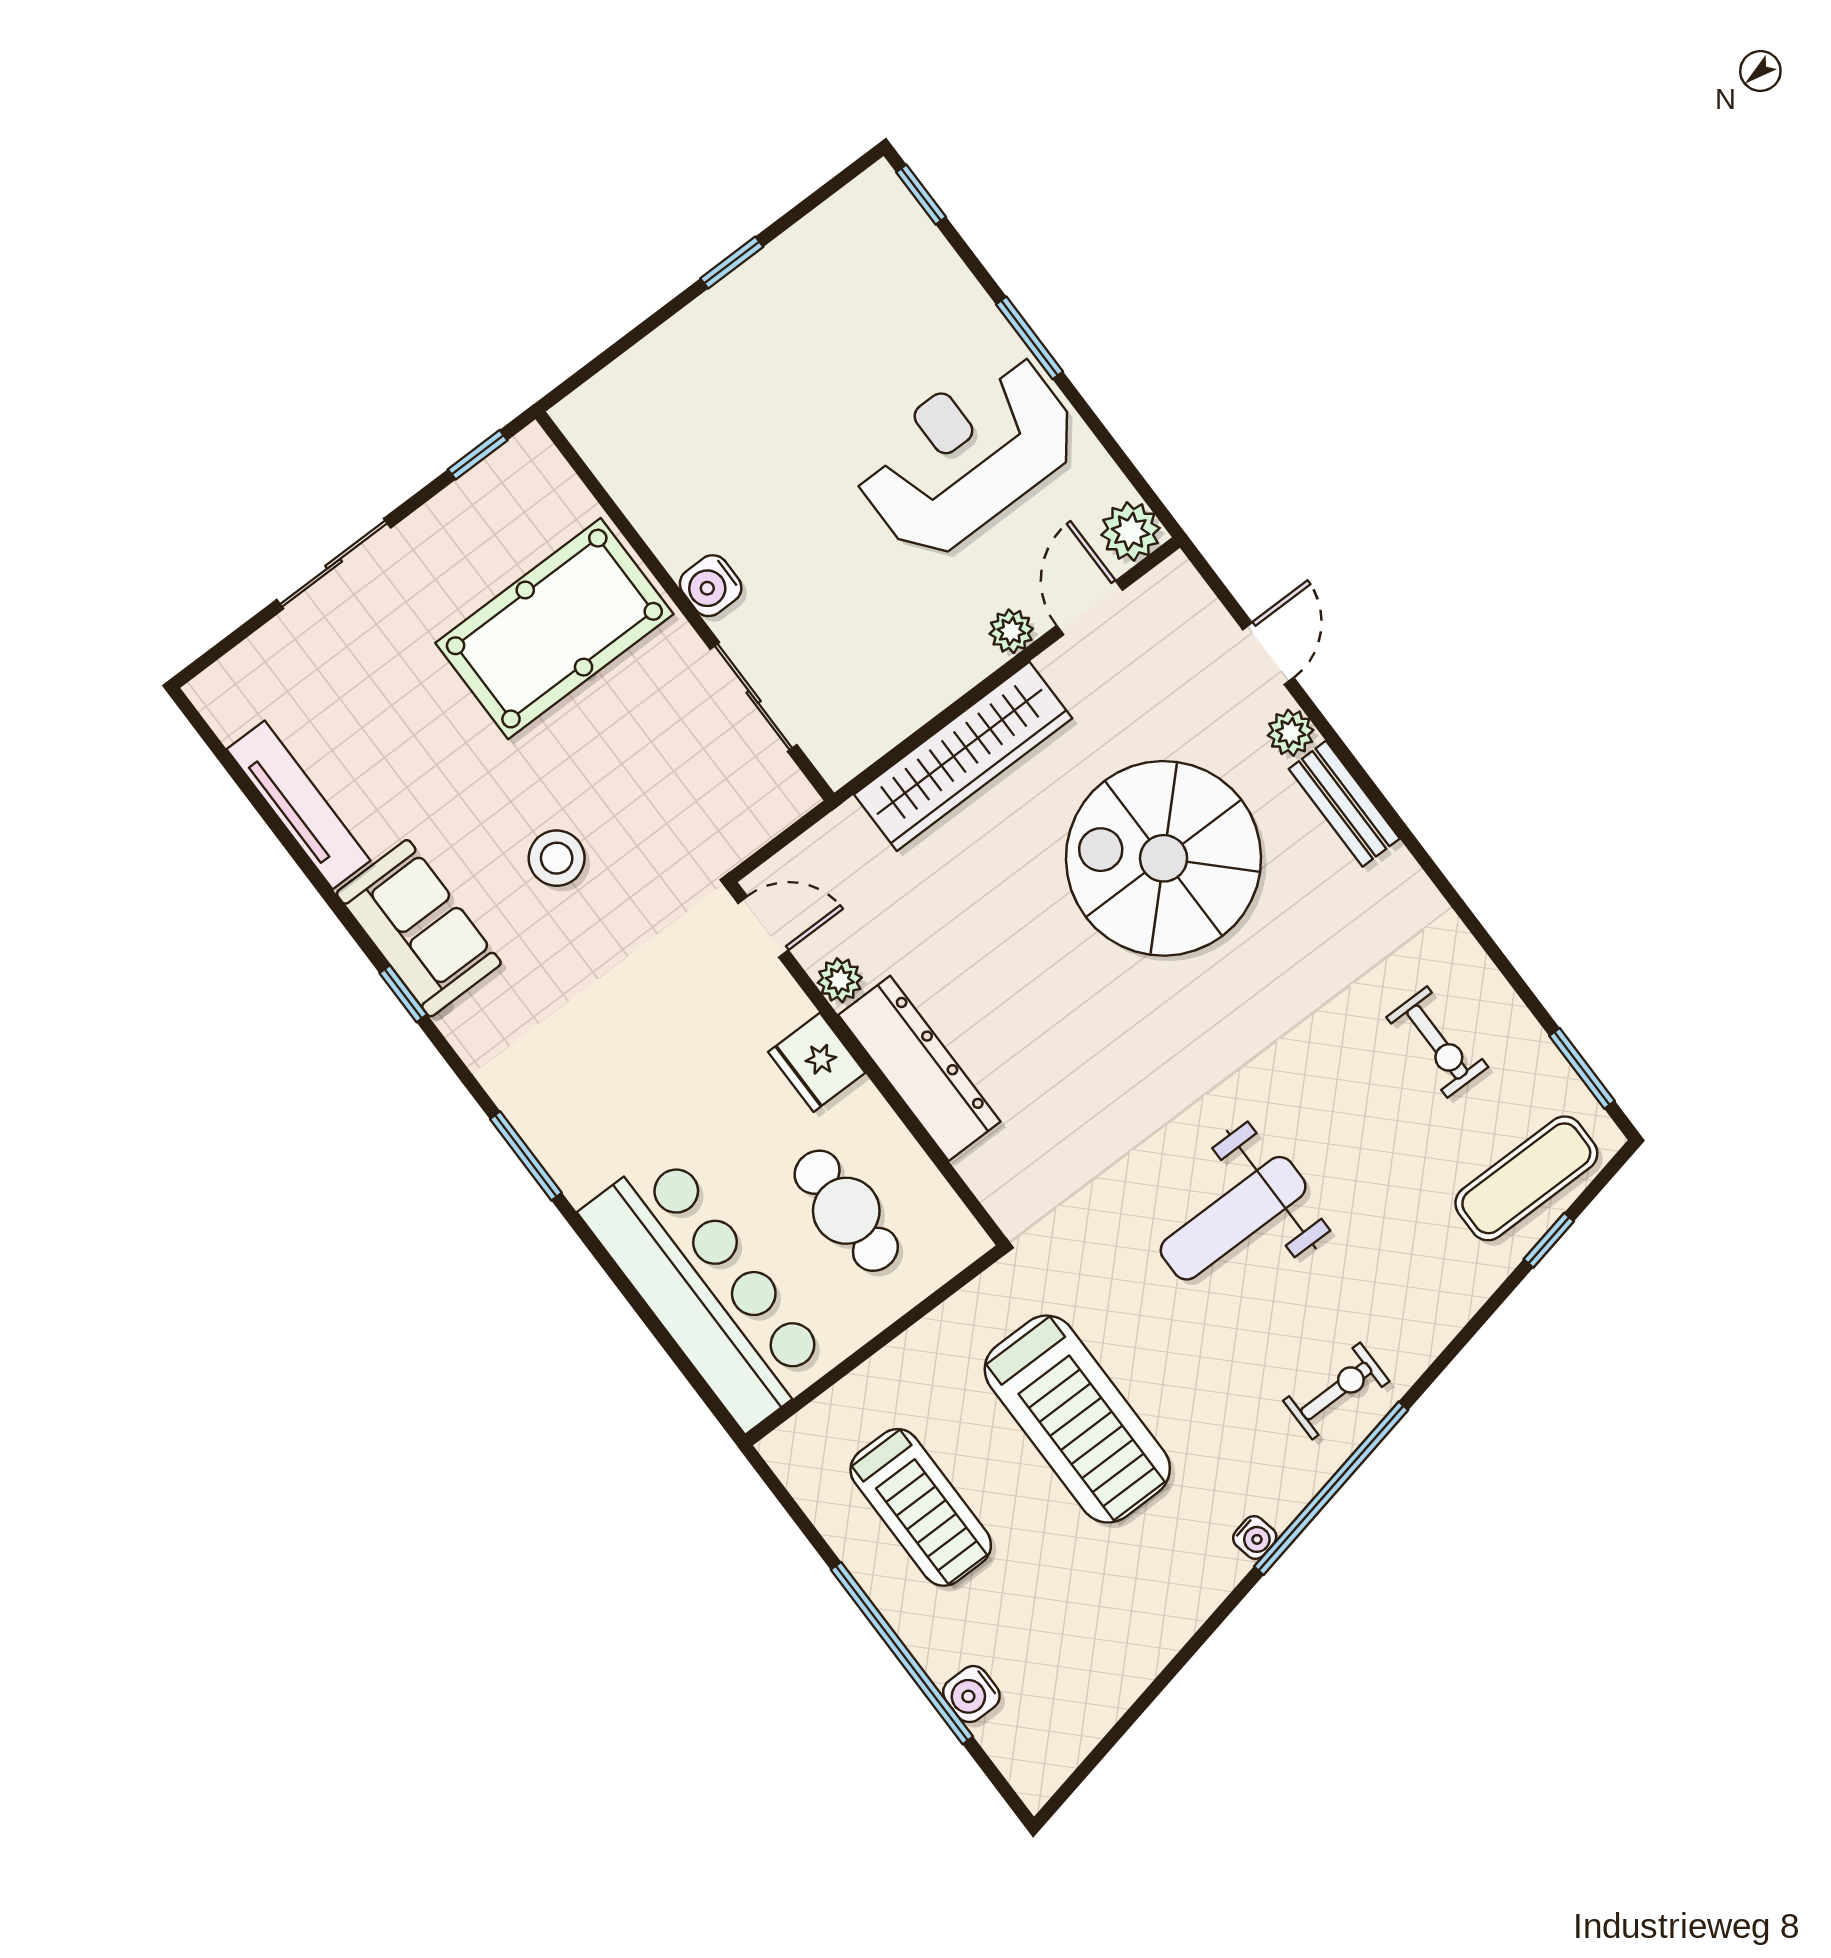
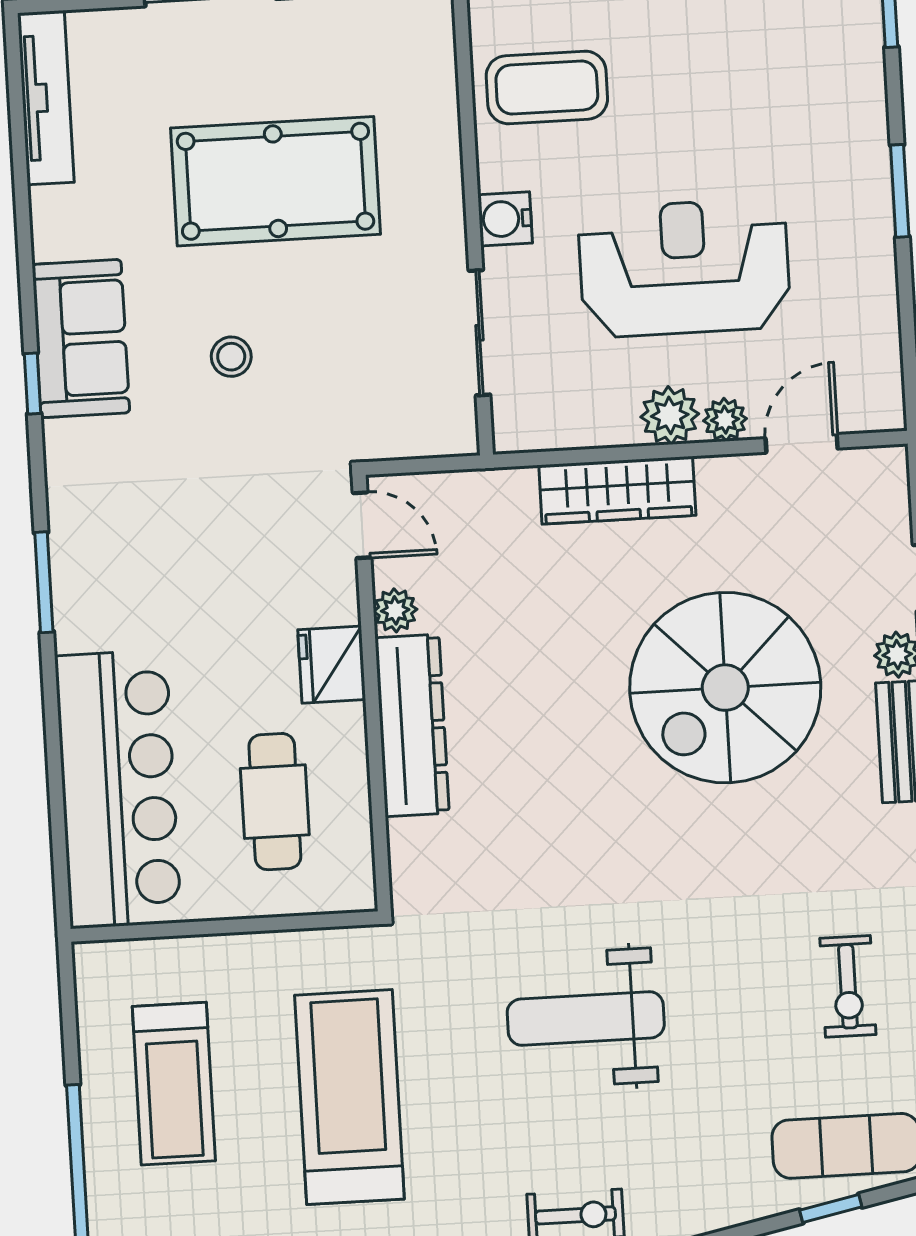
coffee table: (671, 451) -> (547, 87), added
reception desk: (967, 454) -> (684, 268), moved
plant: (1130, 531) -> (670, 415), moved
pool table: (554, 629) -> (275, 181), moved
wardrobe: (963, 756) -> (617, 490), width x0.71, depth x0.85
tv unit: (299, 805) -> (46, 98), moved
stool: (557, 858) -> (231, 357), width x0.73, depth x0.73
spiral stairs: (1164, 858) -> (725, 688), turned -90
treadmill: (1077, 1419) -> (349, 1097), turned 180

